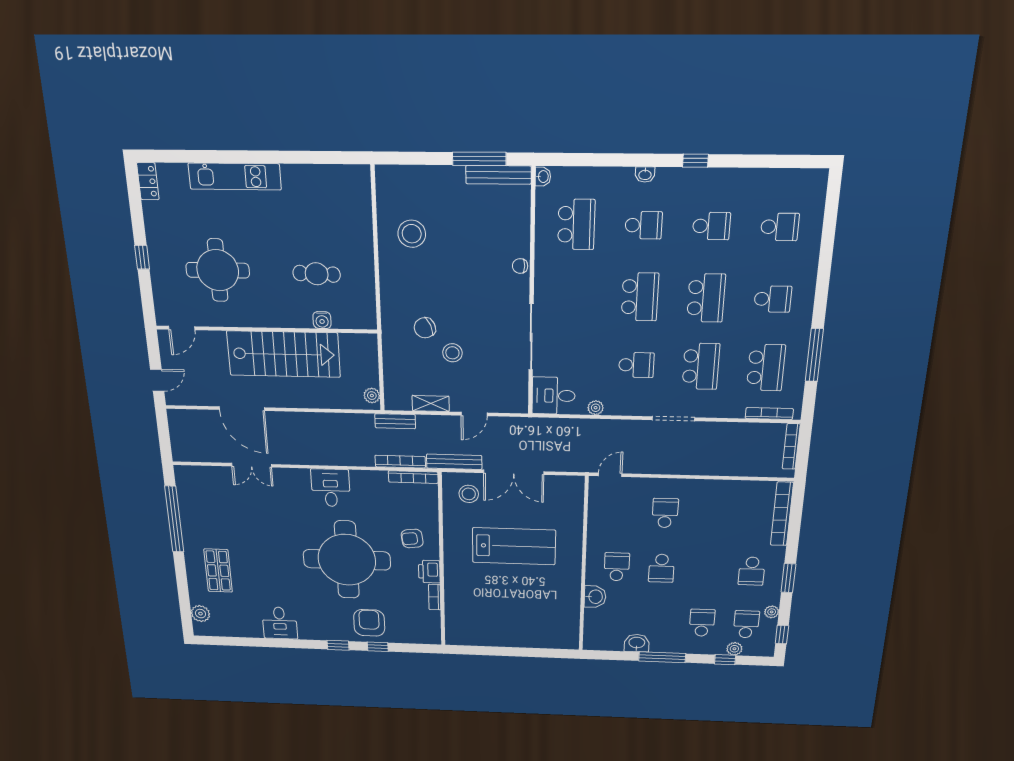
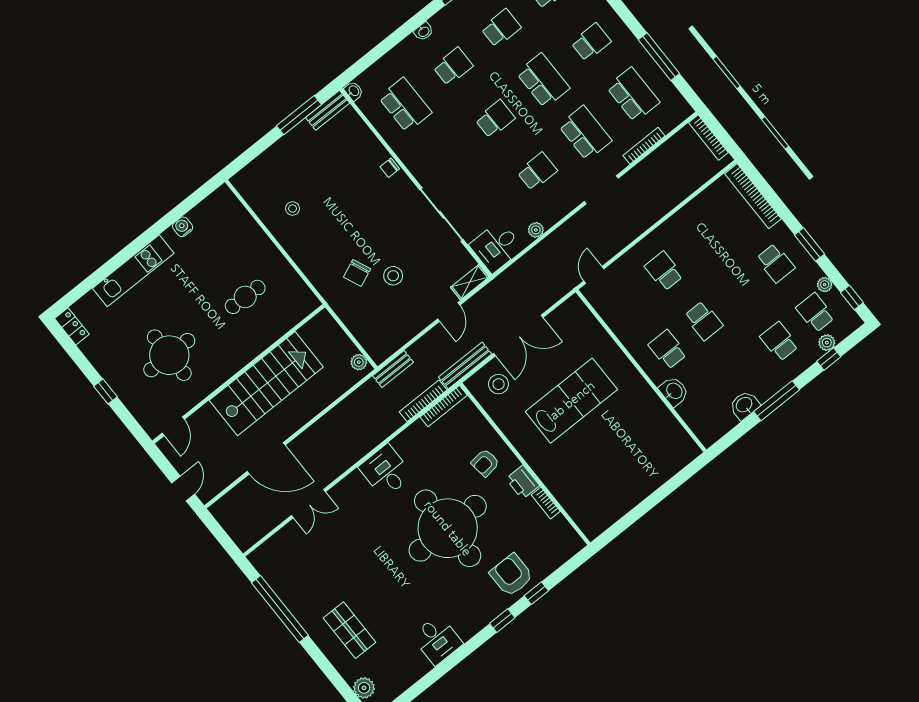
bench: (498, 175) -> (328, 110), width x0.73
stool: (412, 234) -> (292, 209), width x0.53, depth x0.53
school desk: (640, 297) -> (495, 119), width x0.54
water cooler: (322, 320) -> (183, 227), moved, turned 180
shelving: (431, 403) -> (470, 282), moved
bookcase: (769, 414) -> (644, 146), moved

